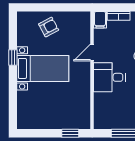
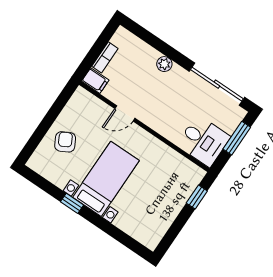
door: (92, 52) -> (125, 113), hinge flipped
desk: (109, 77) -> (203, 141), moved, turned -90

